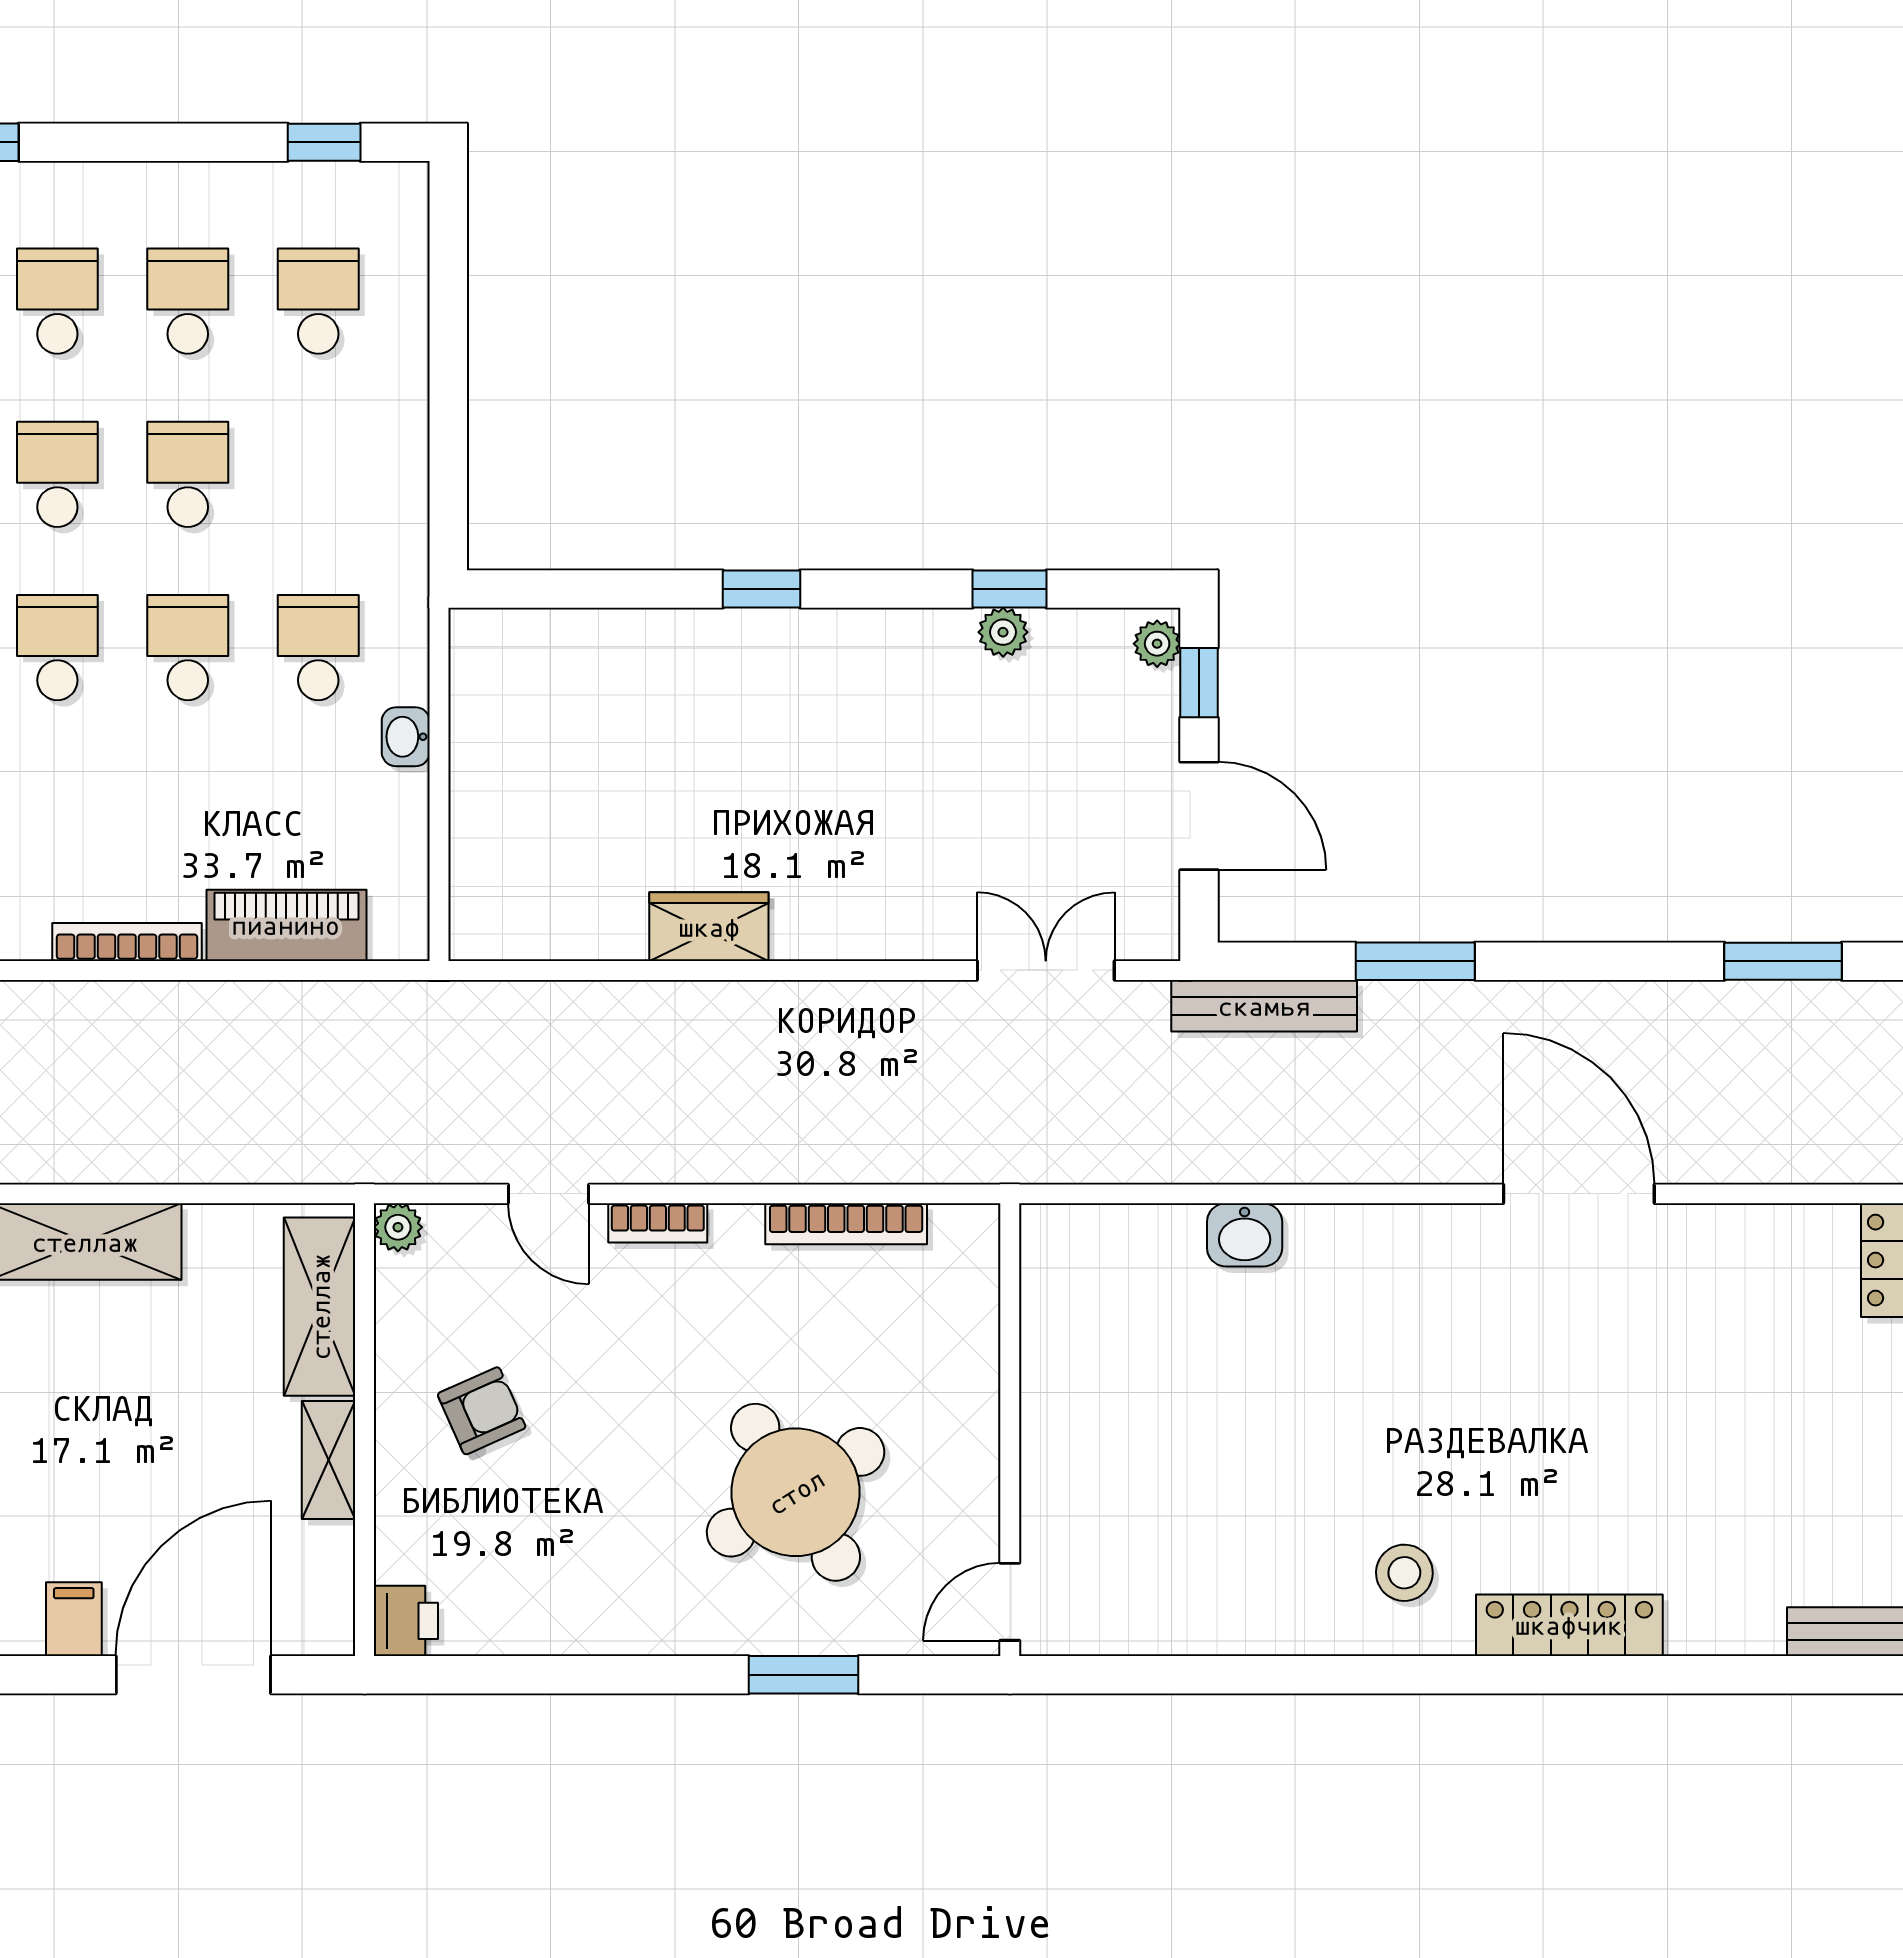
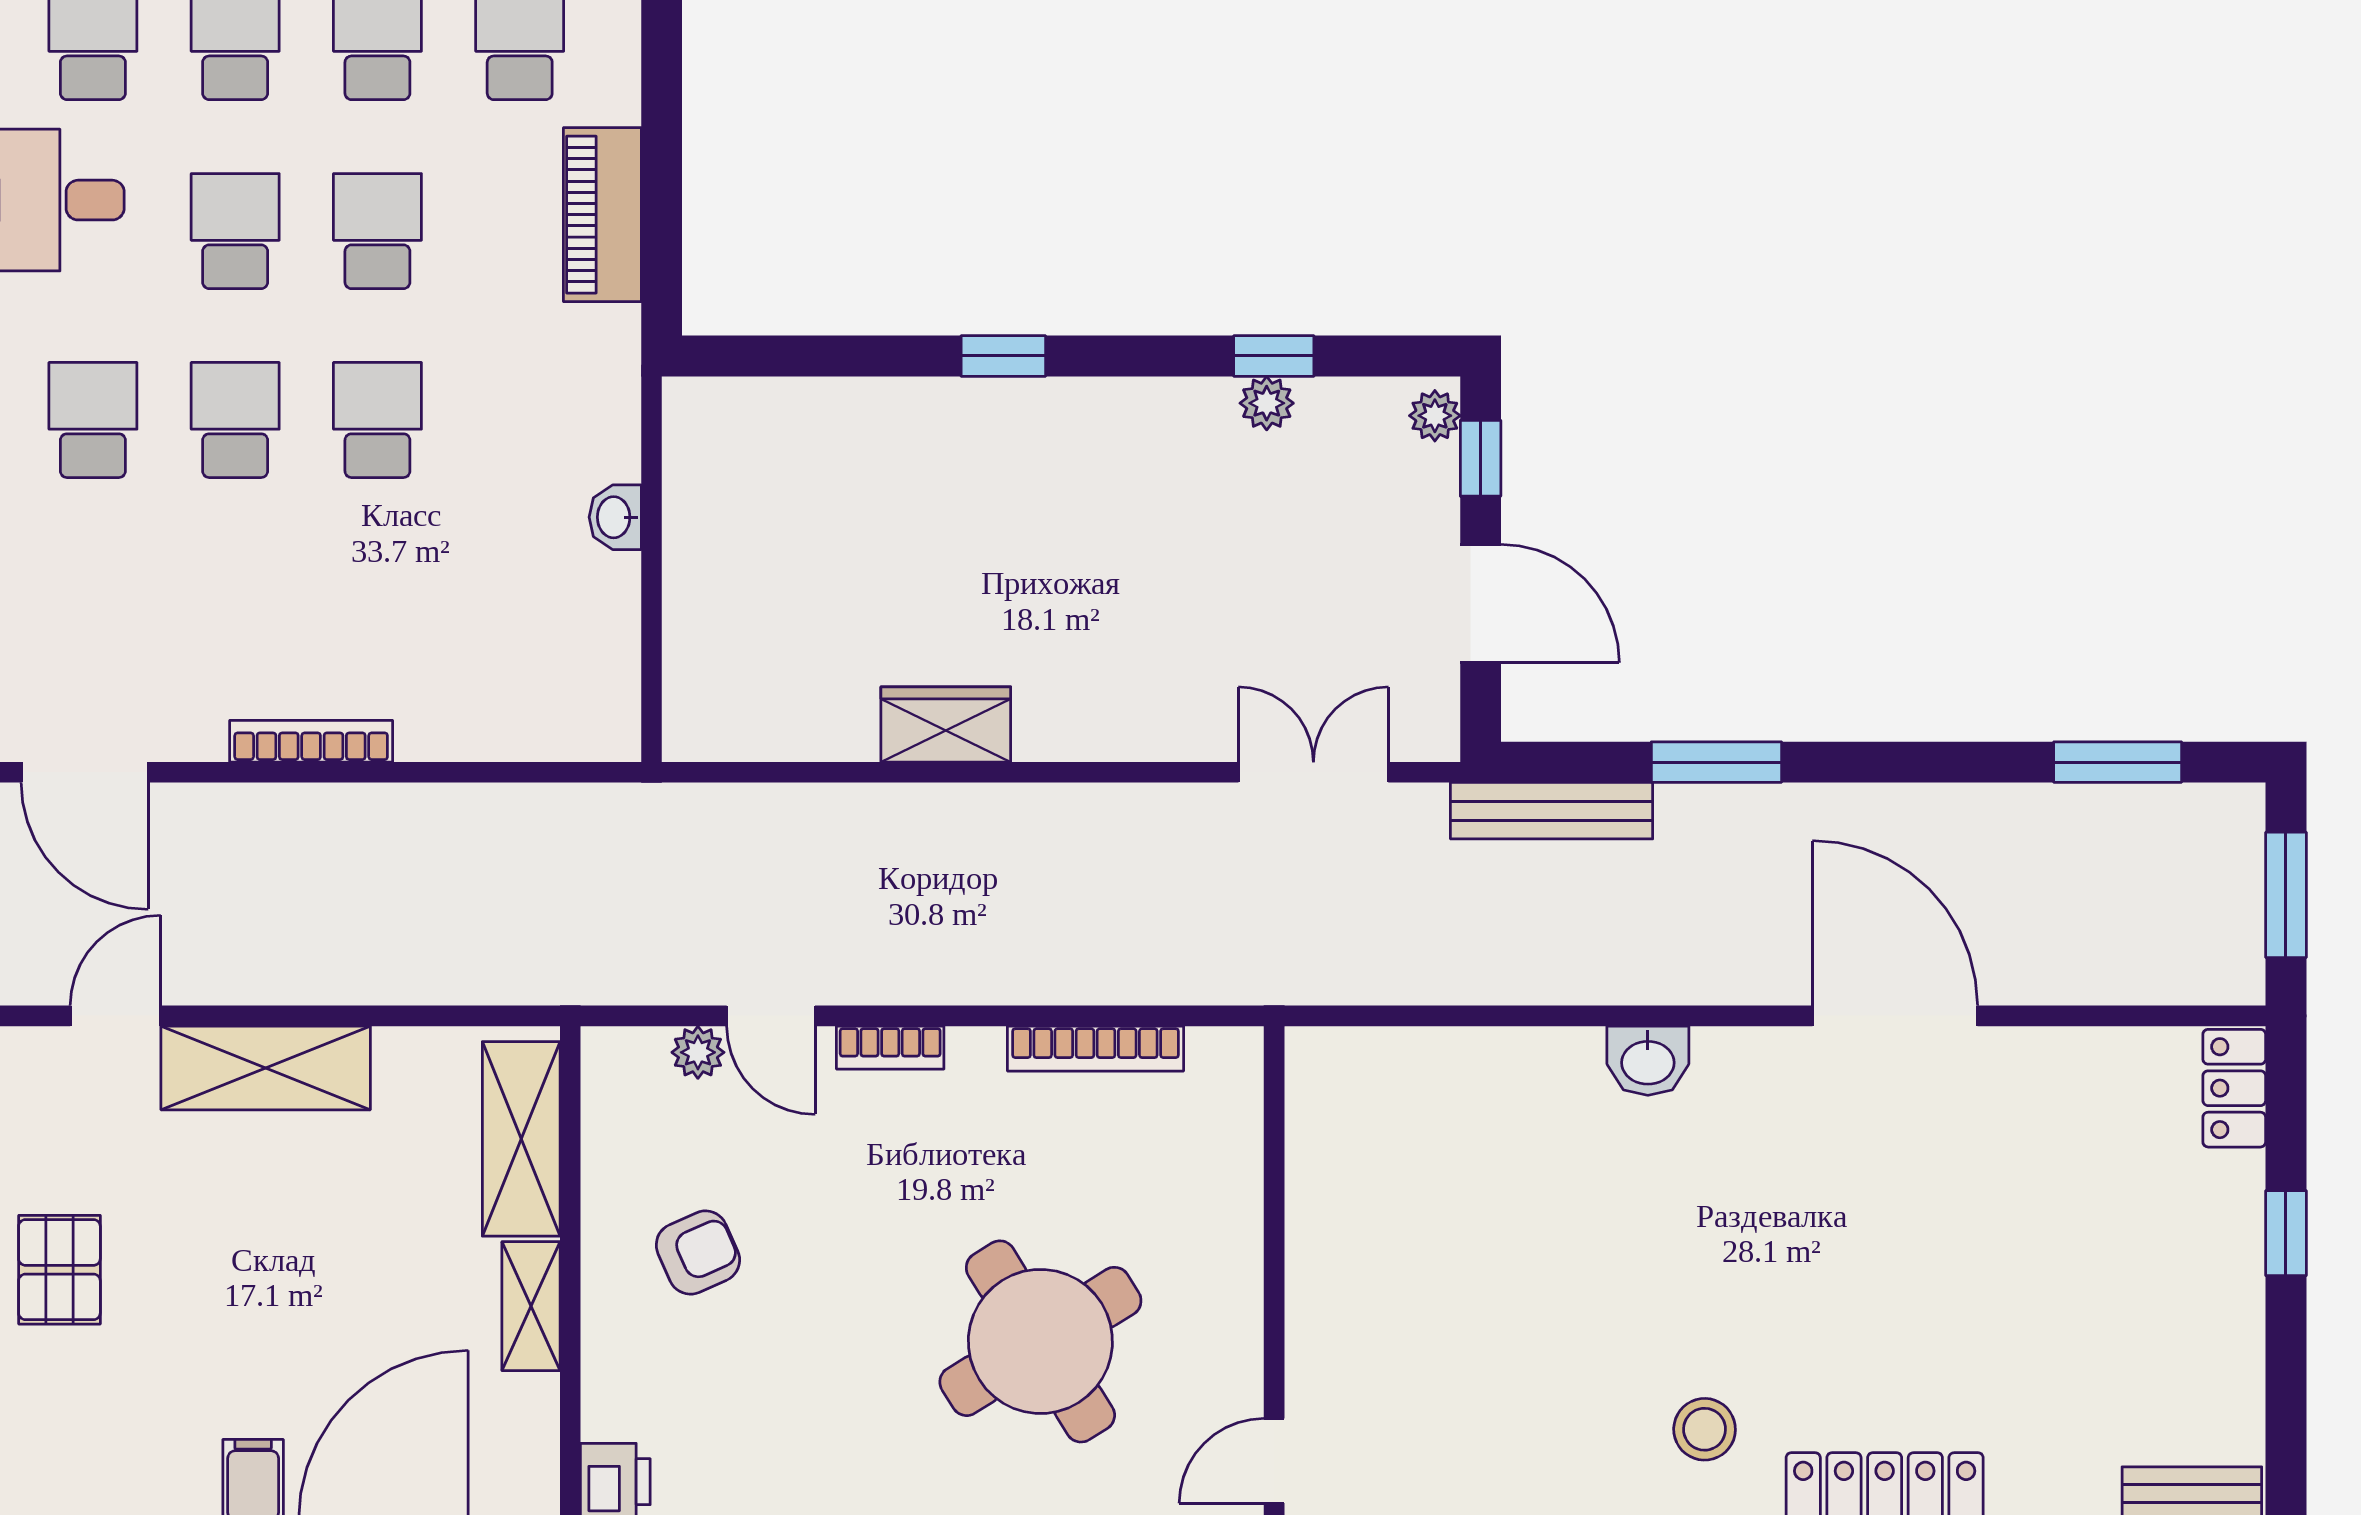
school desk: (318, 648) -> (520, 420), removed
piano: (286, 925) -> (602, 215), moved, turned -90
plant: (398, 1227) -> (698, 1052), moved
washbasin: (1245, 1235) -> (1648, 1061), moved

